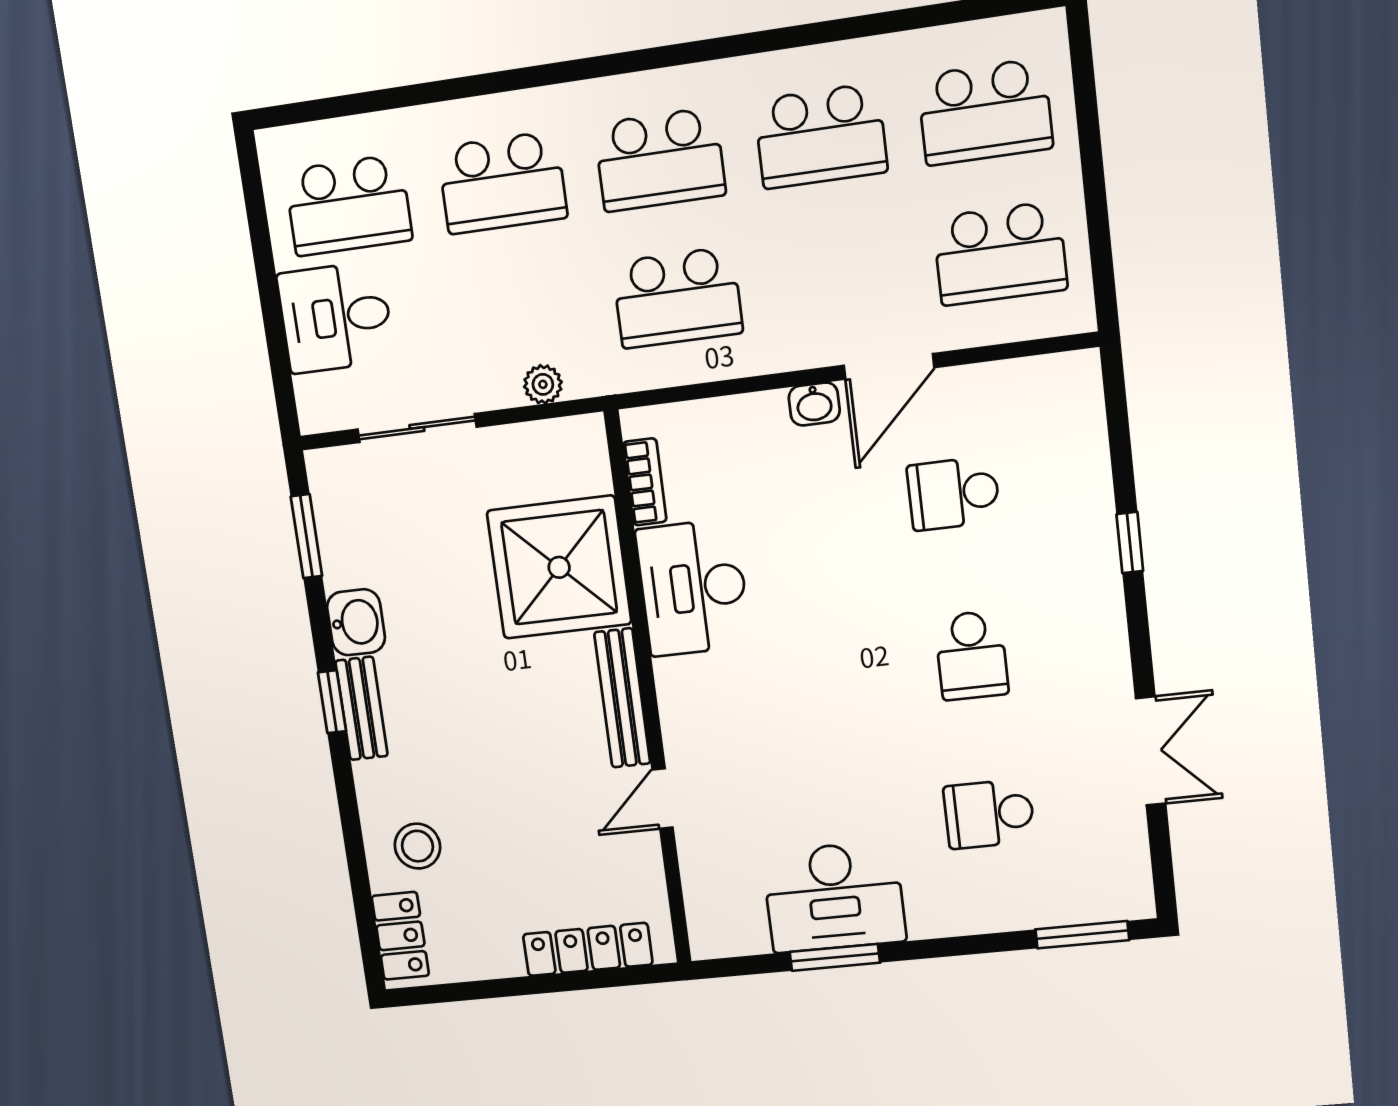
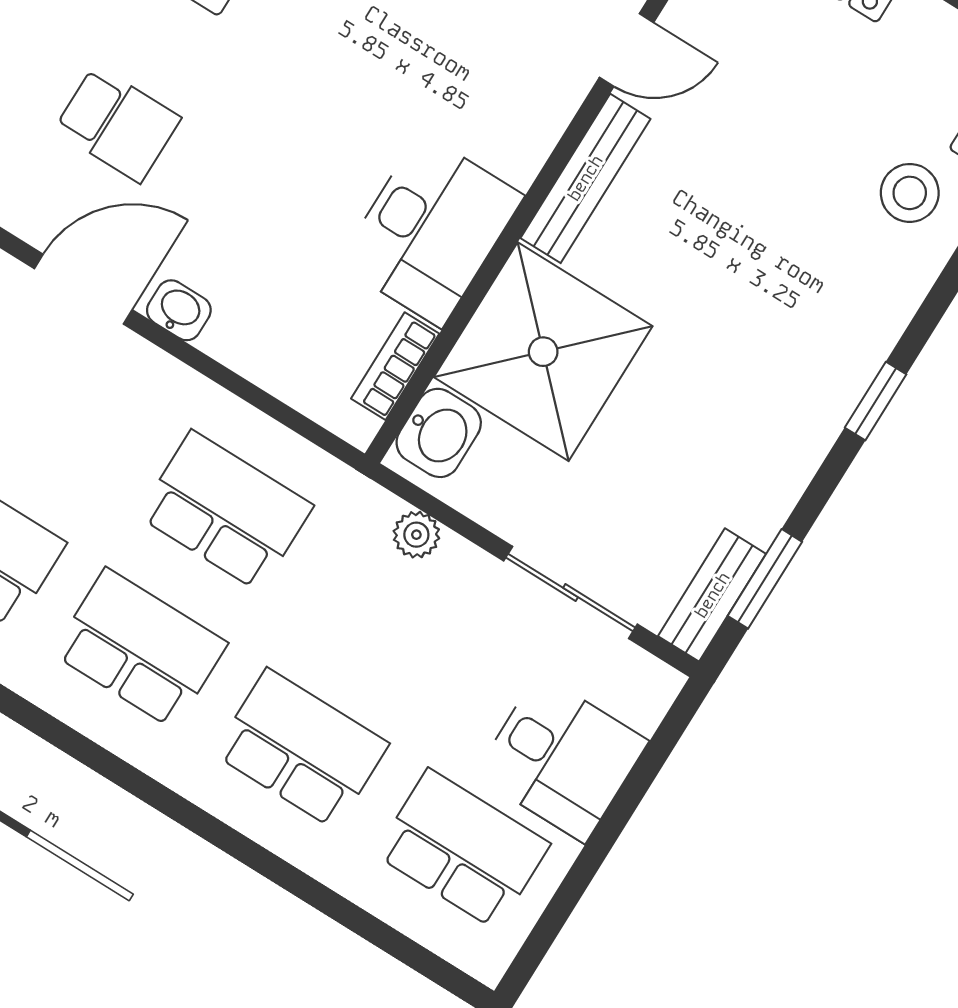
washbasin: (356, 622) -> (439, 433), moved, turned 180
bench: (362, 708) -> (712, 595), moved

